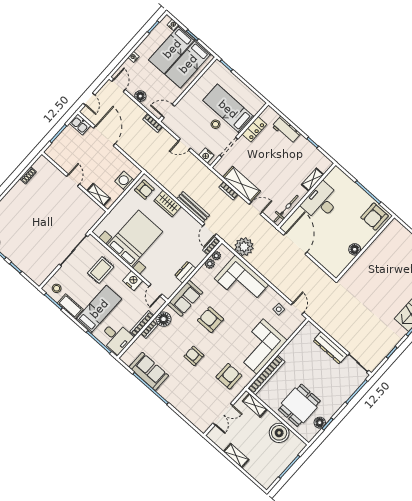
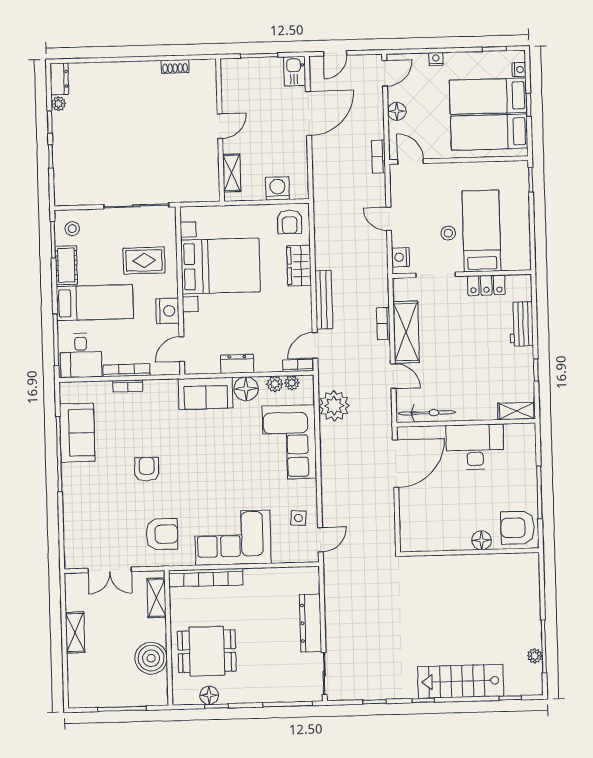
shelving: (313, 180) -> (517, 411), moved
floor lamp: (355, 249) -> (482, 540), moved
floor lamp: (164, 319) -> (246, 389), moved
armchair: (211, 320) -> (209, 448), removed

